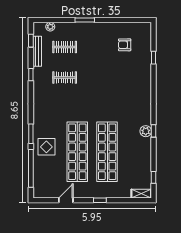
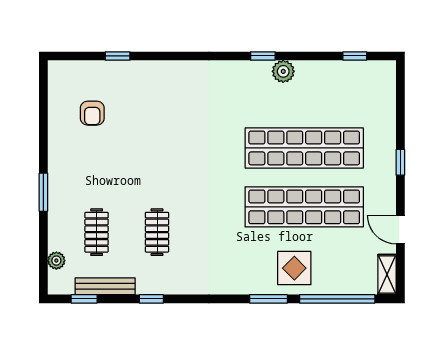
plant: (146, 131) -> (283, 71), moved
shelving: (141, 194) -> (387, 274), moved

